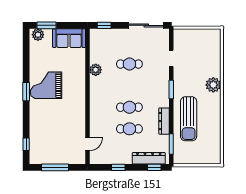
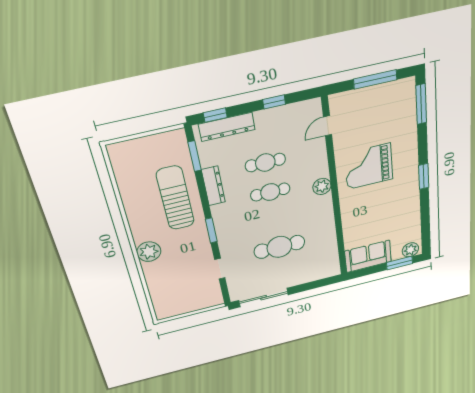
window: (104, 25) -> (322, 283), removed
cafe table: (129, 64) -> (279, 247), width x1.37, depth x1.35
plant: (96, 70) -> (322, 186), moved
grand piano: (46, 85) -> (369, 166), moved, turned 180
window: (26, 144) -> (421, 104), width x2.17

